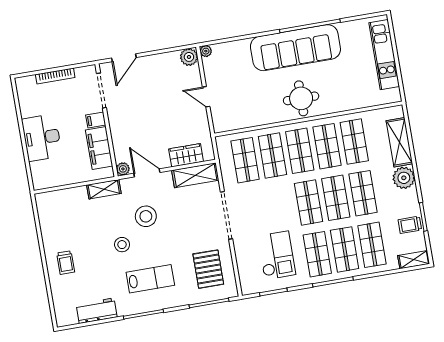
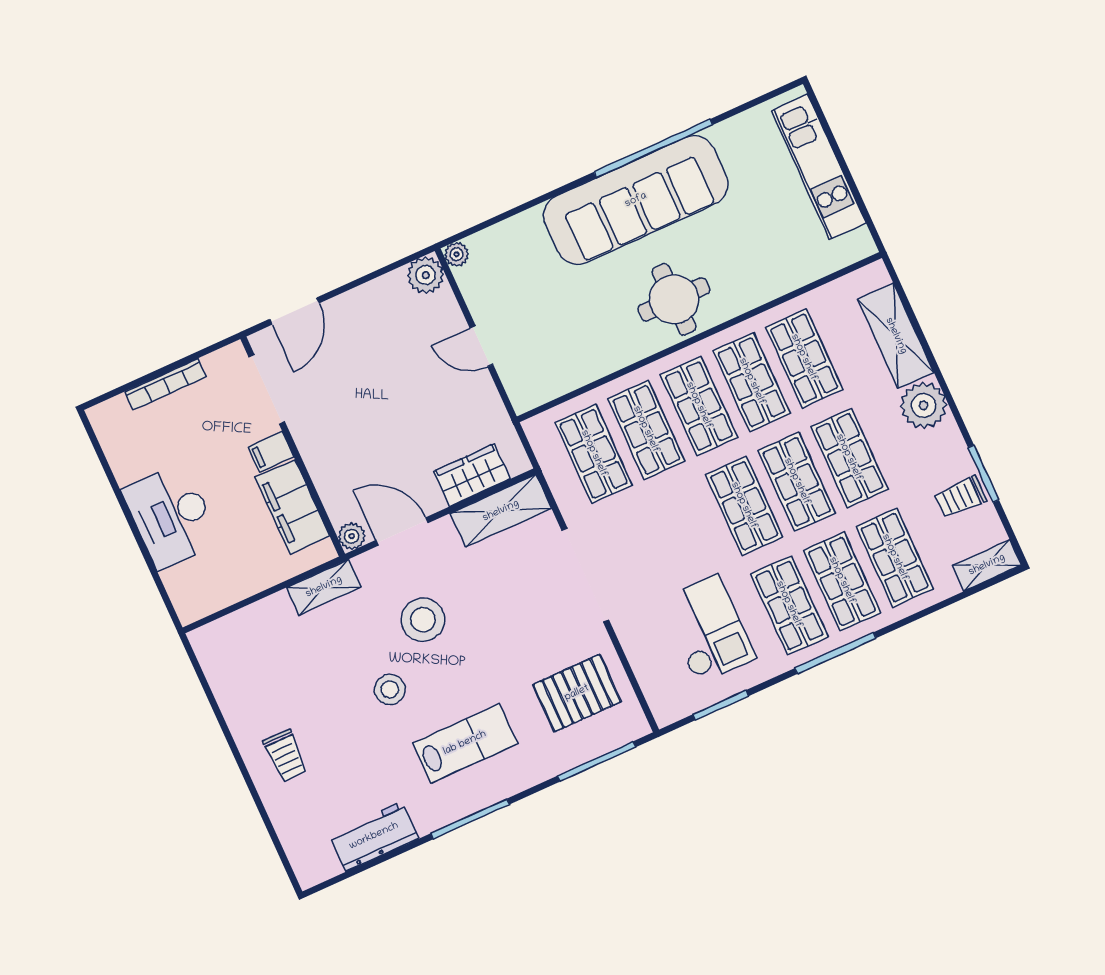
pallet: (208, 269) -> (577, 693), turned 90

